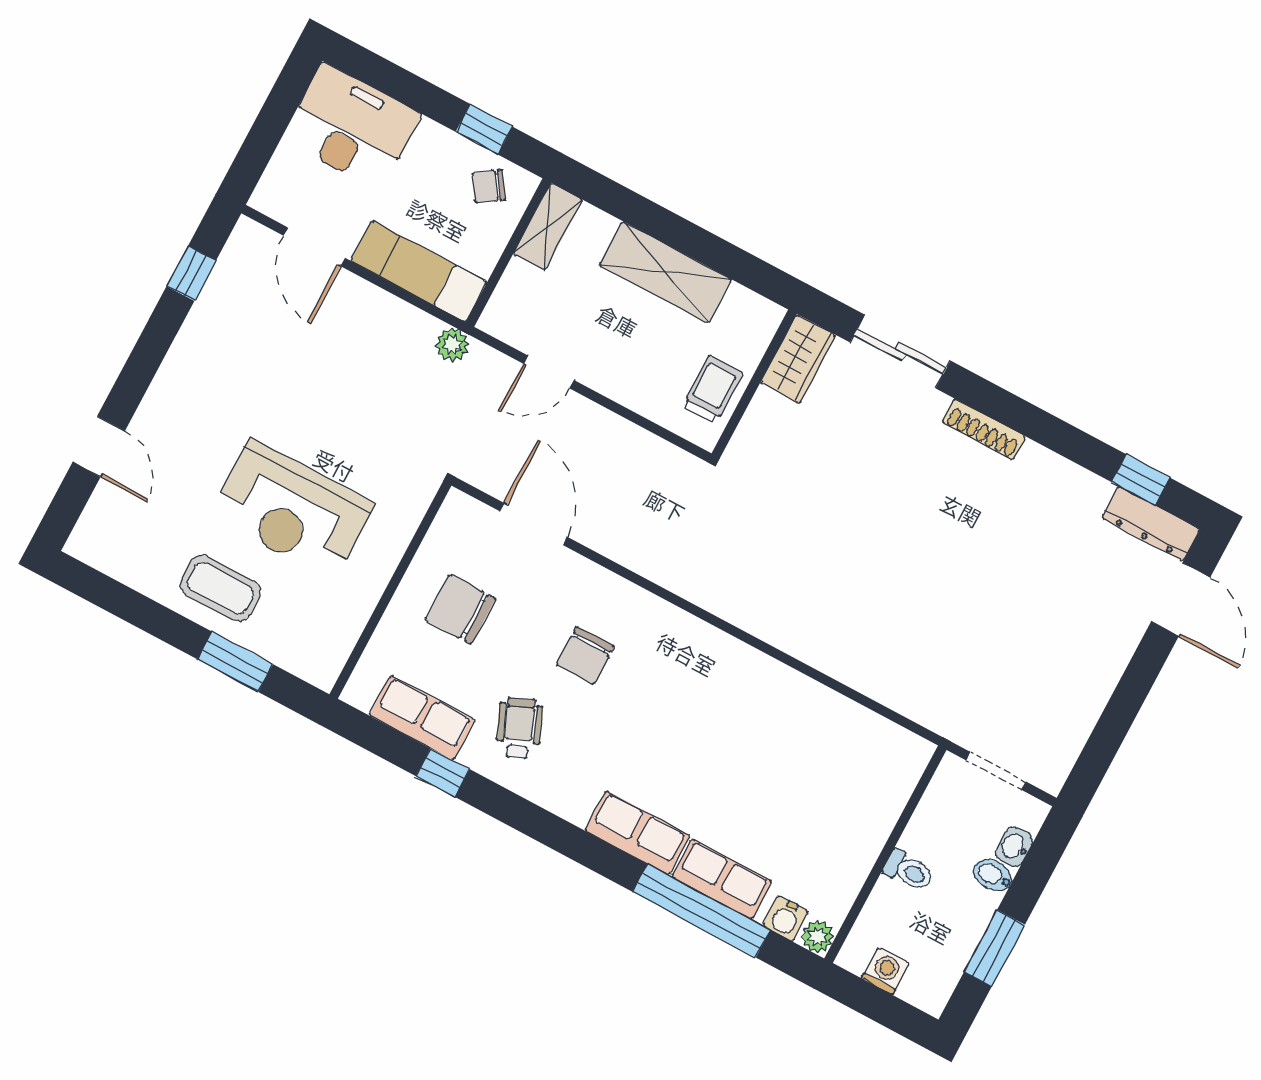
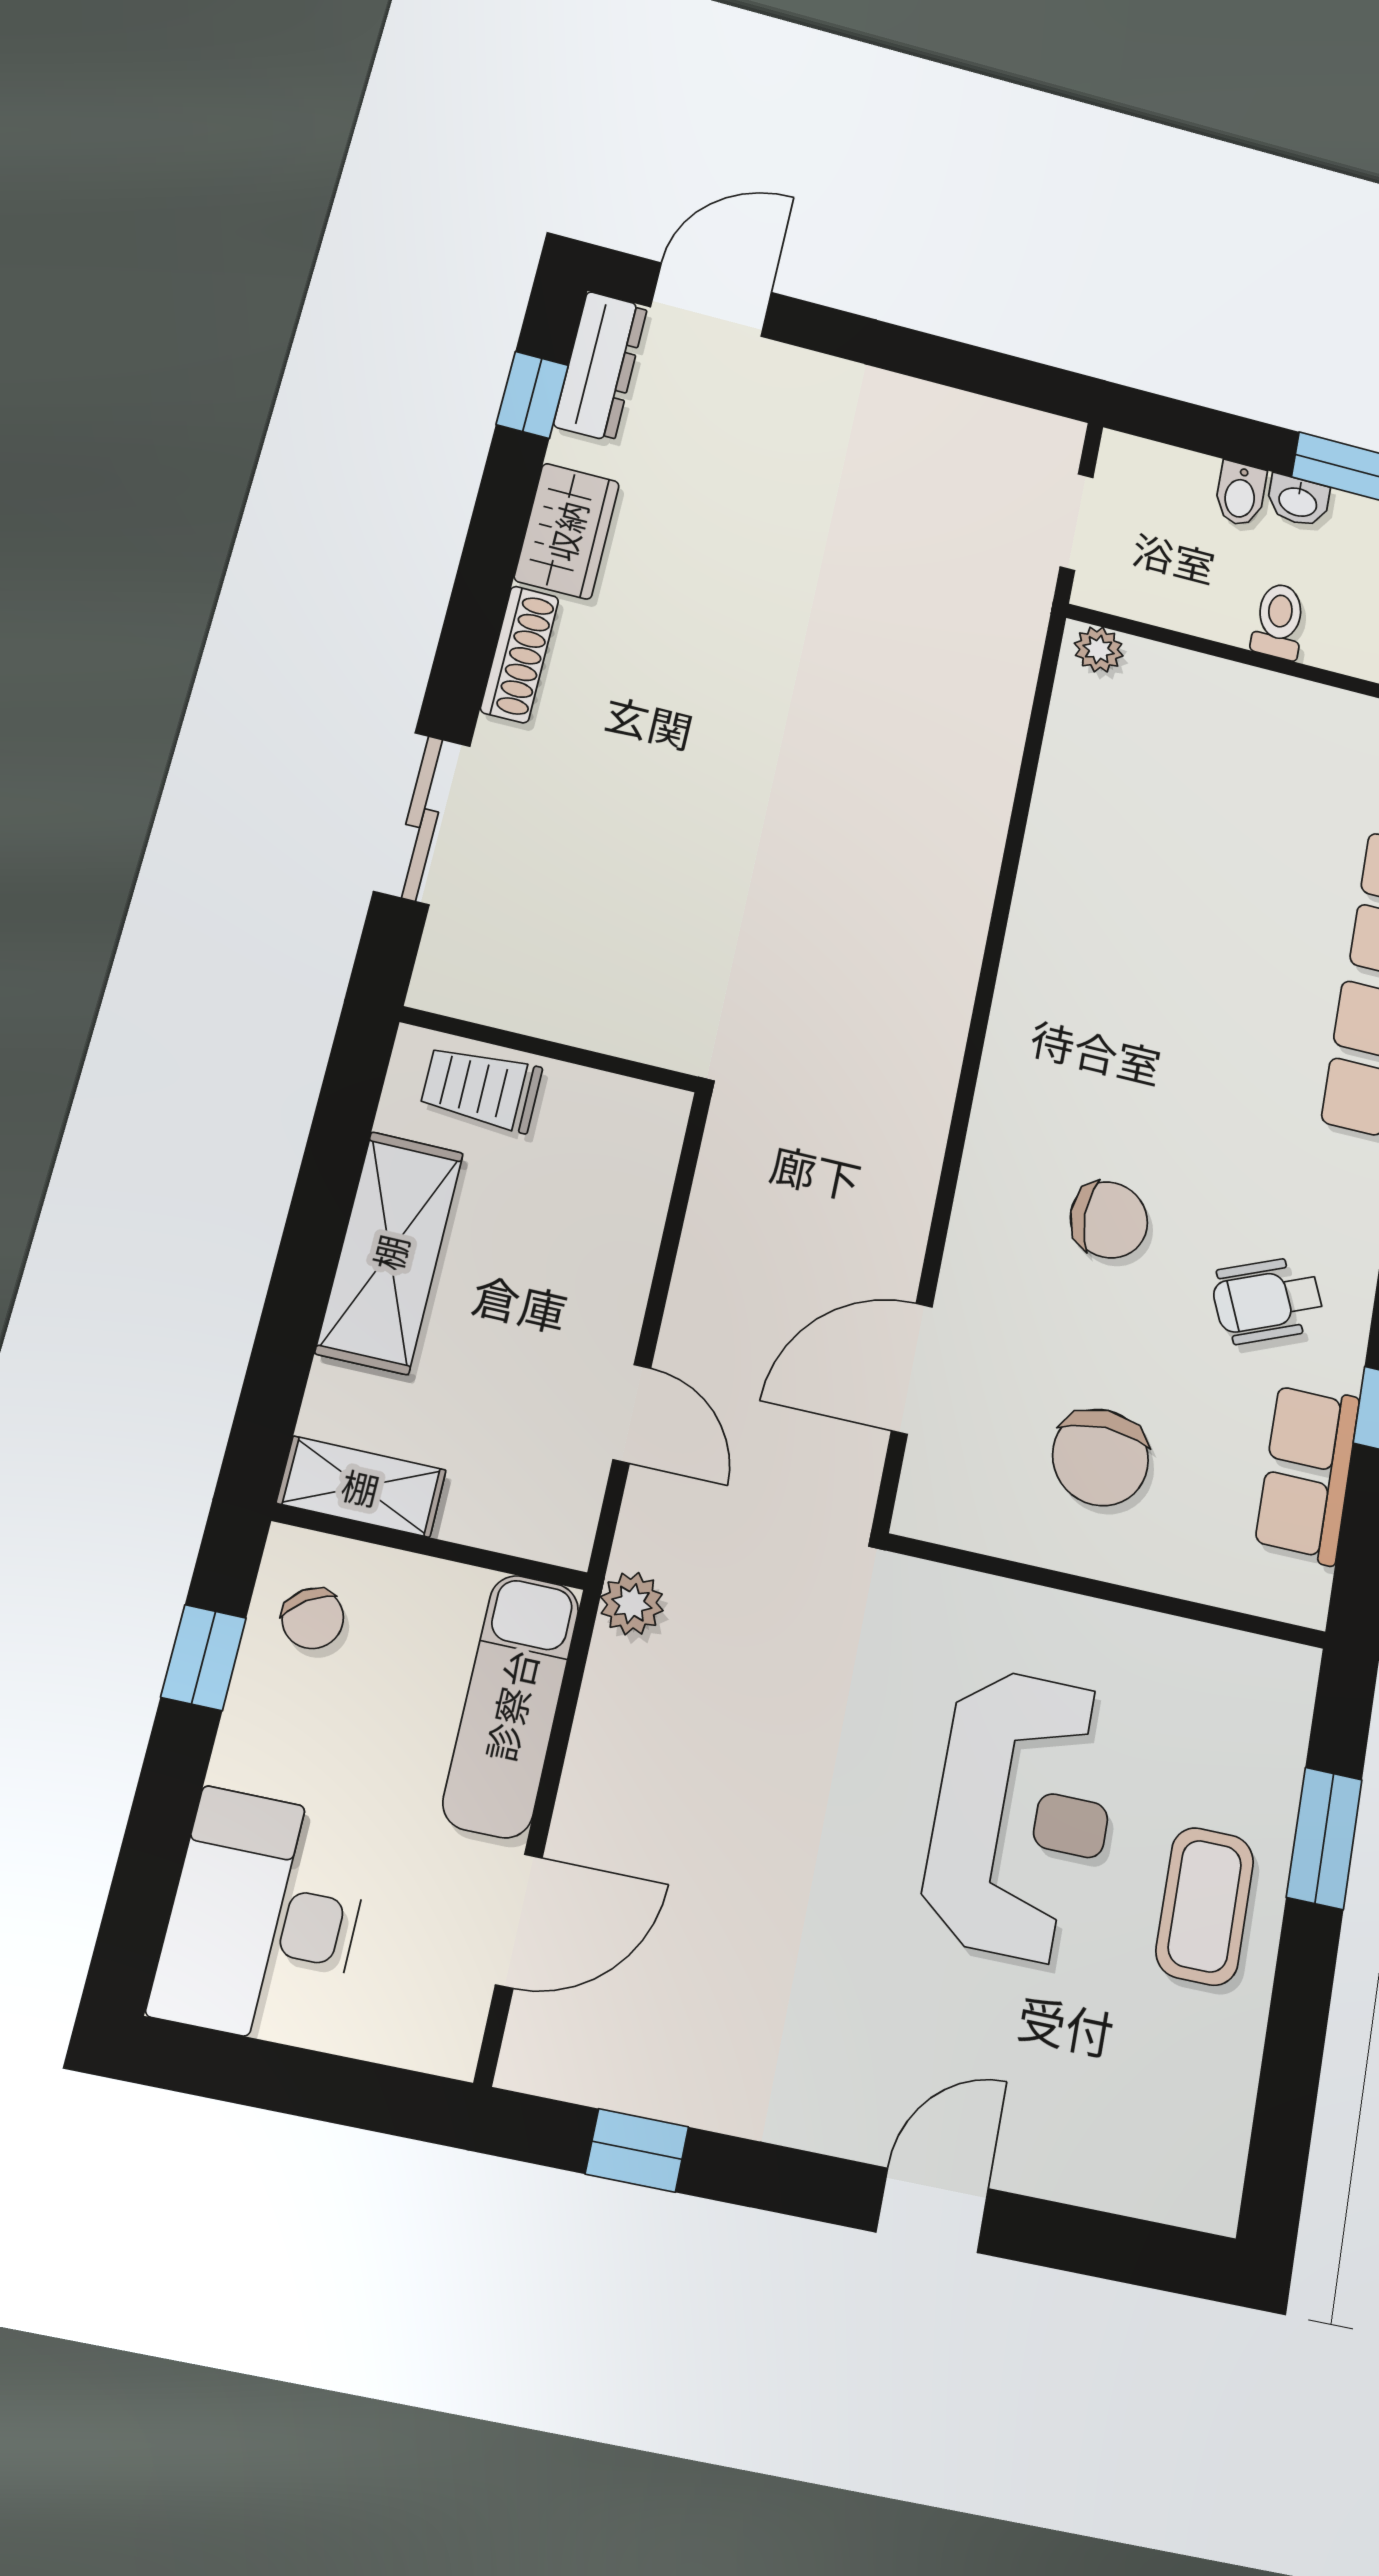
wardrobe: (798, 359) -> (567, 531), moved, turned 90
trolley: (712, 389) -> (481, 1088), moved
door: (99, 447) -> (932, 2210), moved
plant: (915, 758) -> (1099, 650), added
washbasin: (1014, 847) -> (1298, 501), moved

